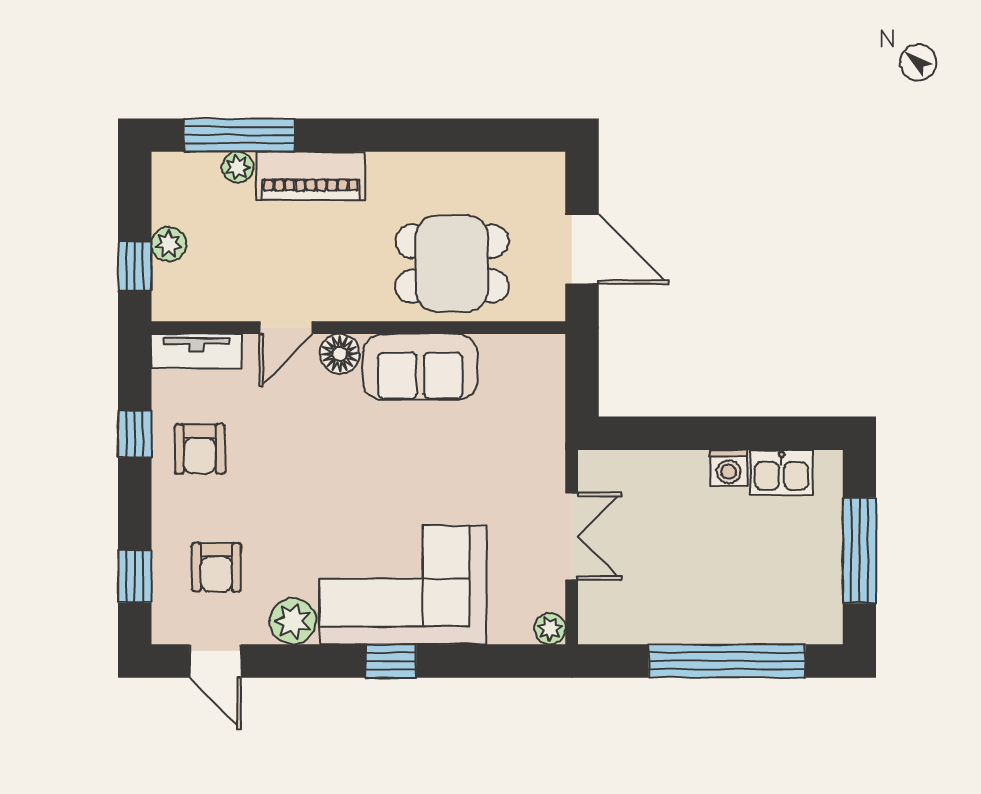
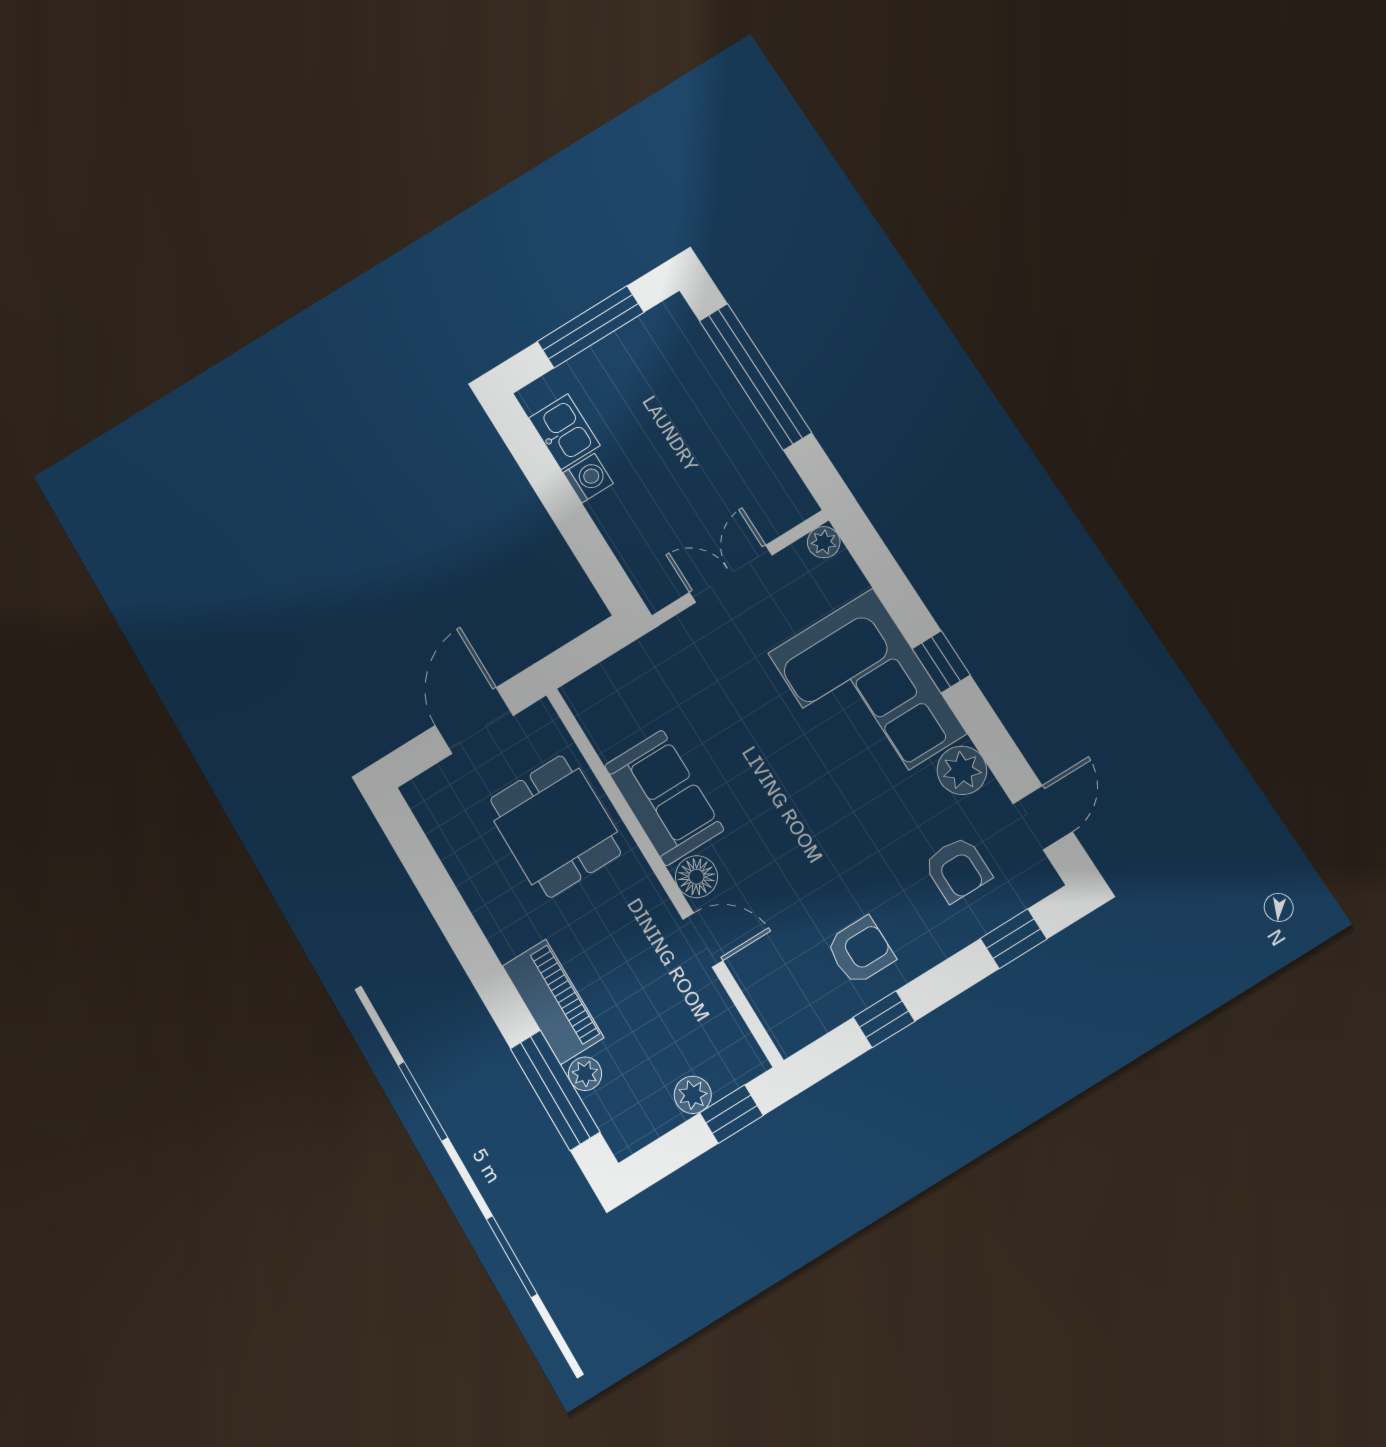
tv unit: (197, 351) -> (774, 1009), removed
armchair: (216, 567) -> (958, 869), turned 90

